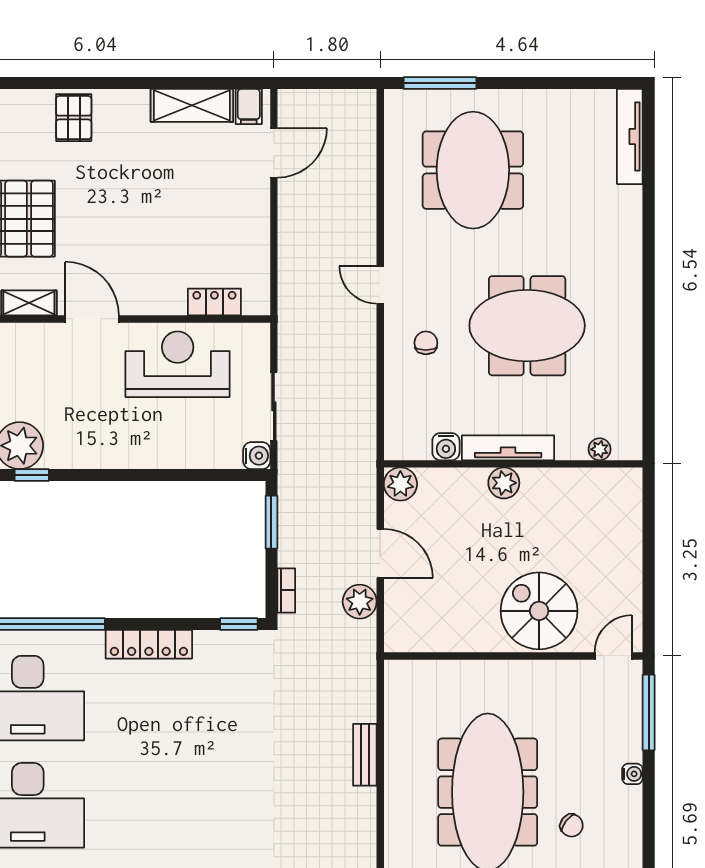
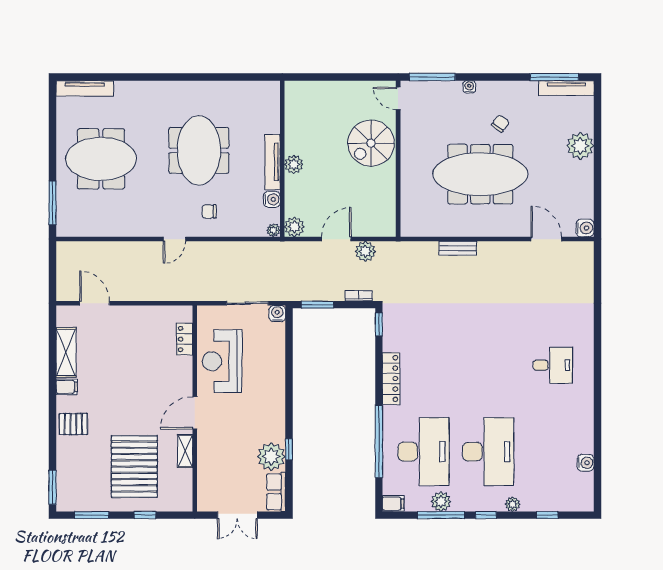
filing cabinet: (249, 107) -> (67, 387), moved
meeting table: (473, 170) -> (101, 159), moved
plant: (600, 449) -> (273, 230), moved

